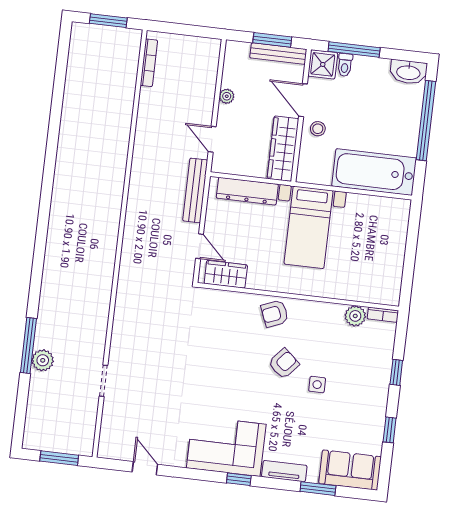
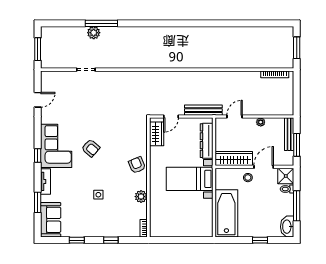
window: (354, 50) -> (297, 206), moved
bench: (278, 53) -> (289, 134), moved
window: (426, 121) -> (260, 240), width x0.32
plant: (355, 316) -> (141, 197), moved
armchair: (284, 364) -> (91, 148), moved

